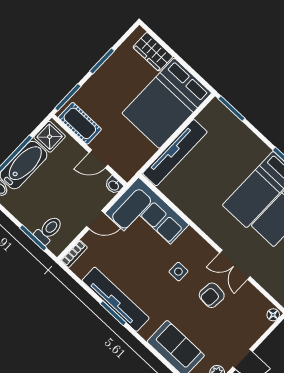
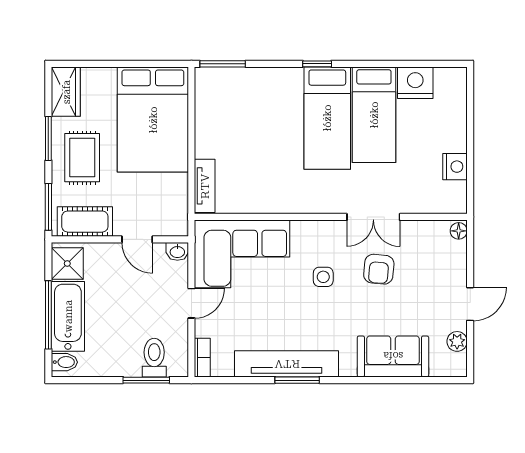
wardrobe: (153, 52) -> (66, 92), moved, turned -90
rug: (110, 88) -> (82, 158), added
tv unit: (175, 153) -> (205, 186), width x0.52, depth x0.78
door: (99, 159) -> (137, 239), hinge flipped

